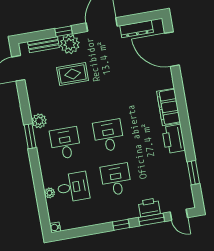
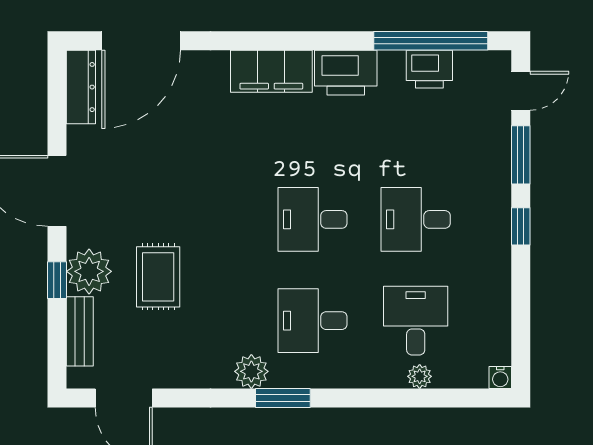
dresser: (137, 29) -> (81, 87), moved
window: (193, 173) -> (431, 41), width x2.11
printer: (149, 207) -> (429, 69), moved, turned -90

